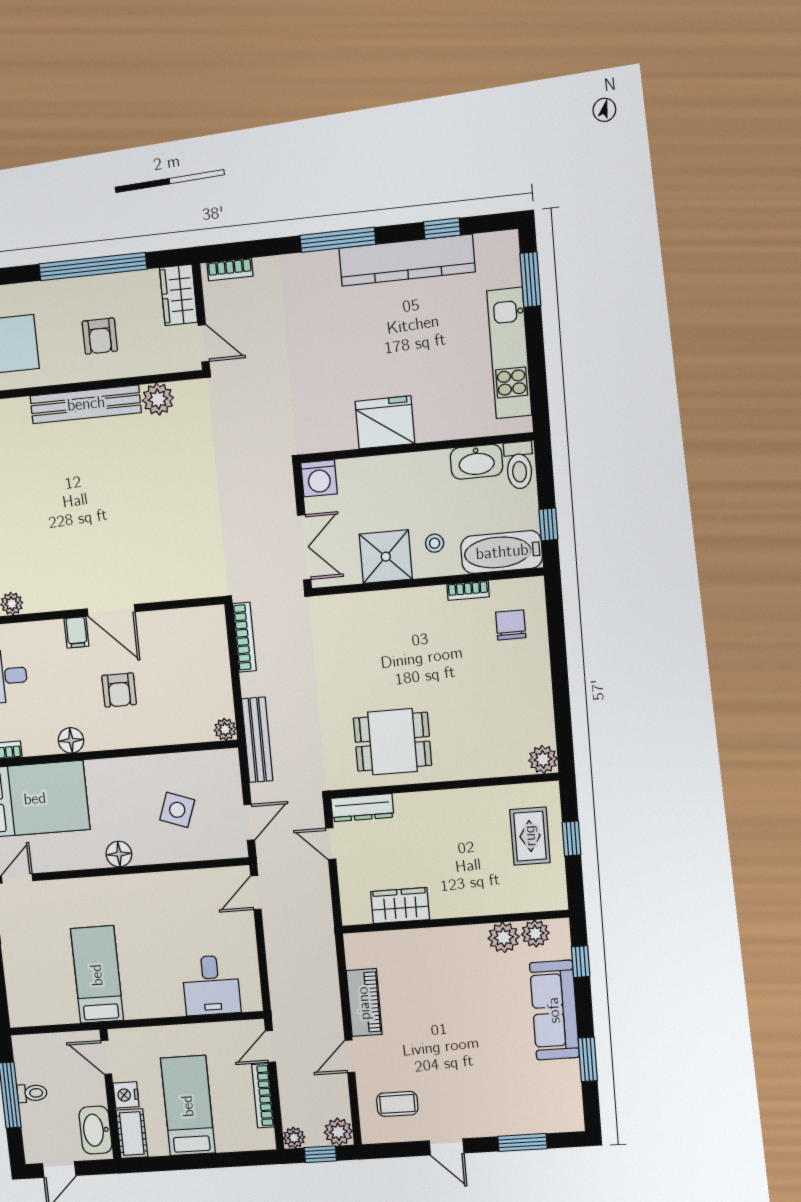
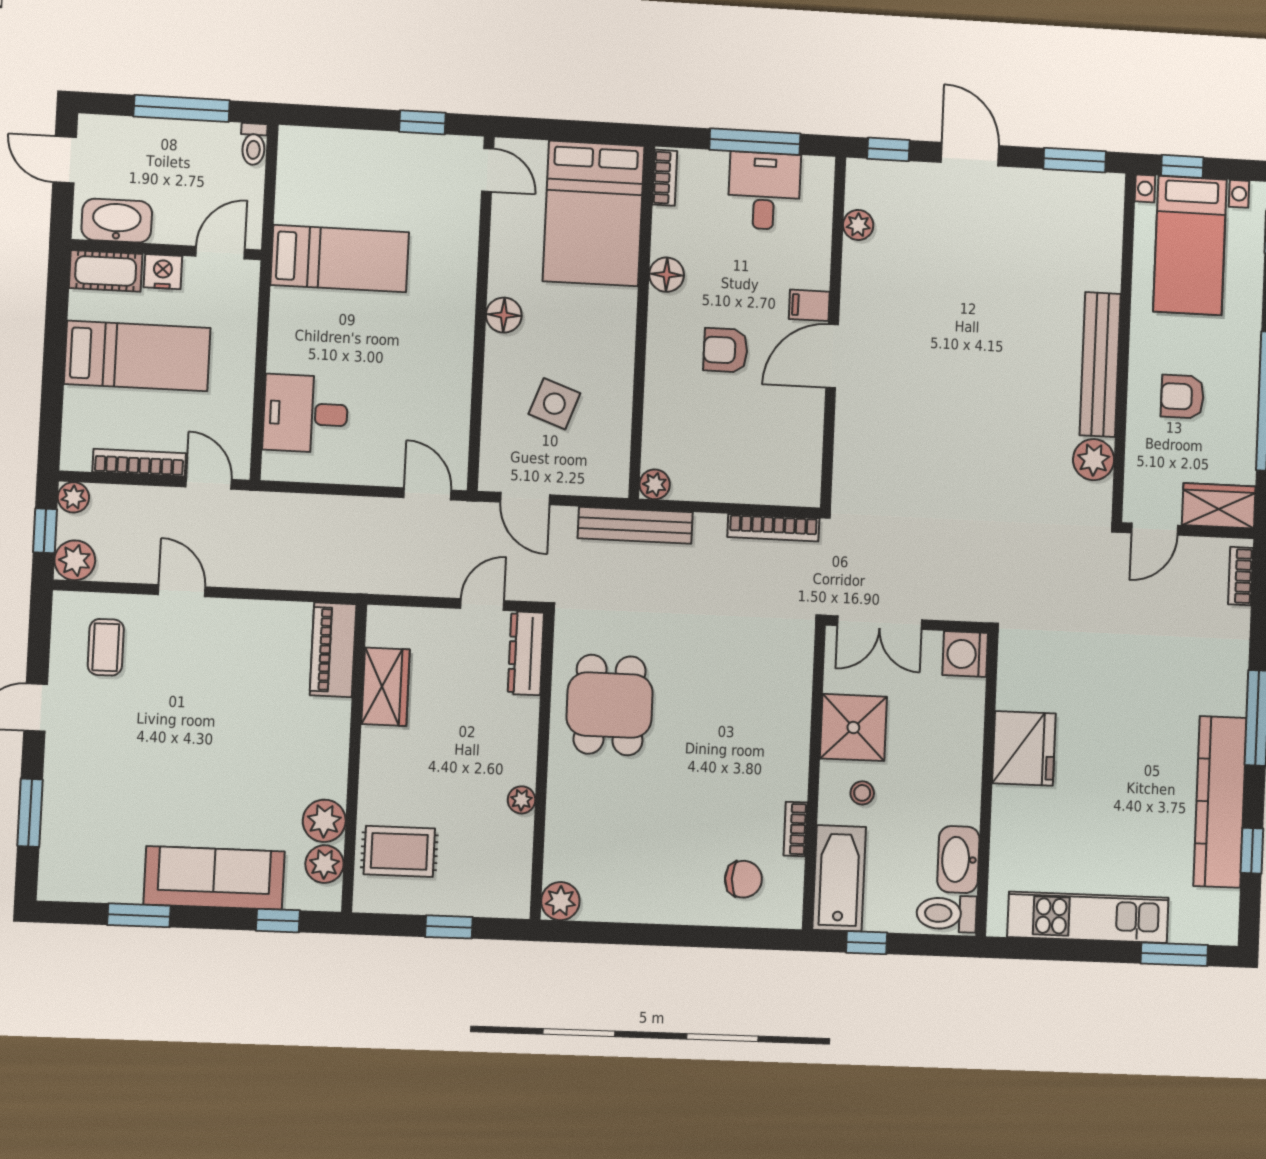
plant: (471, 797) -> (521, 800), added
rug: (530, 836) -> (399, 851), moved
piano: (364, 1003) -> (333, 650), moved, turned 90
toilet: (32, 1093) -> (254, 144), moved

